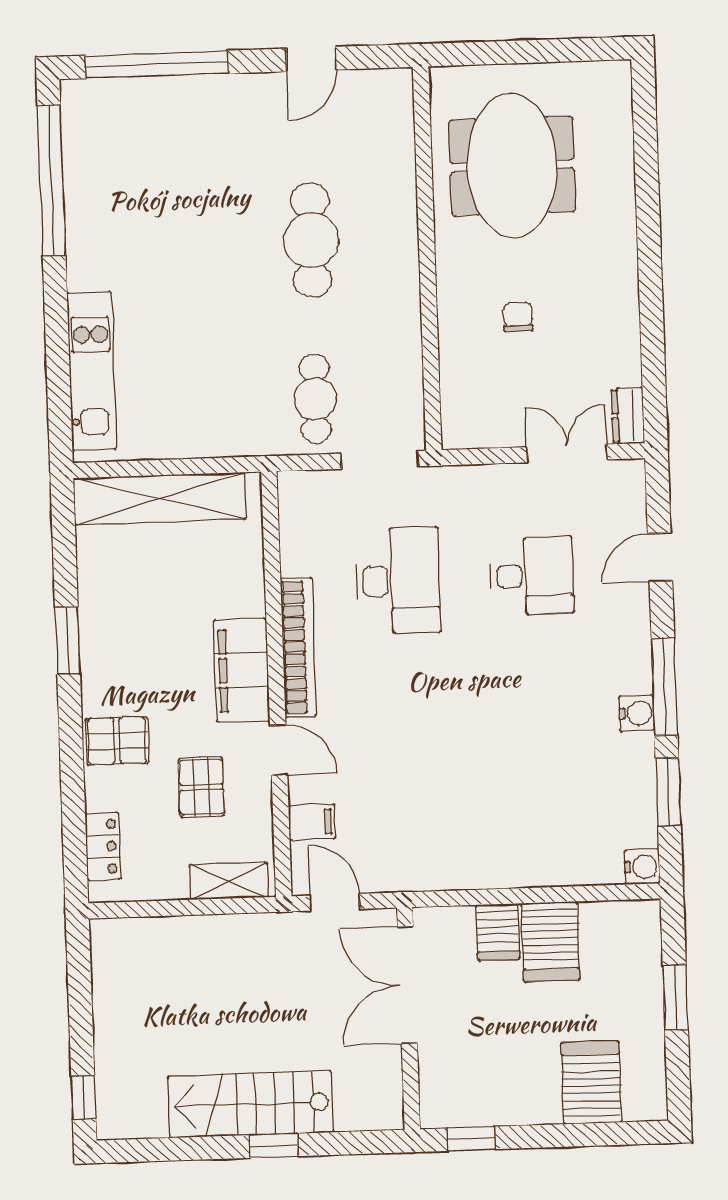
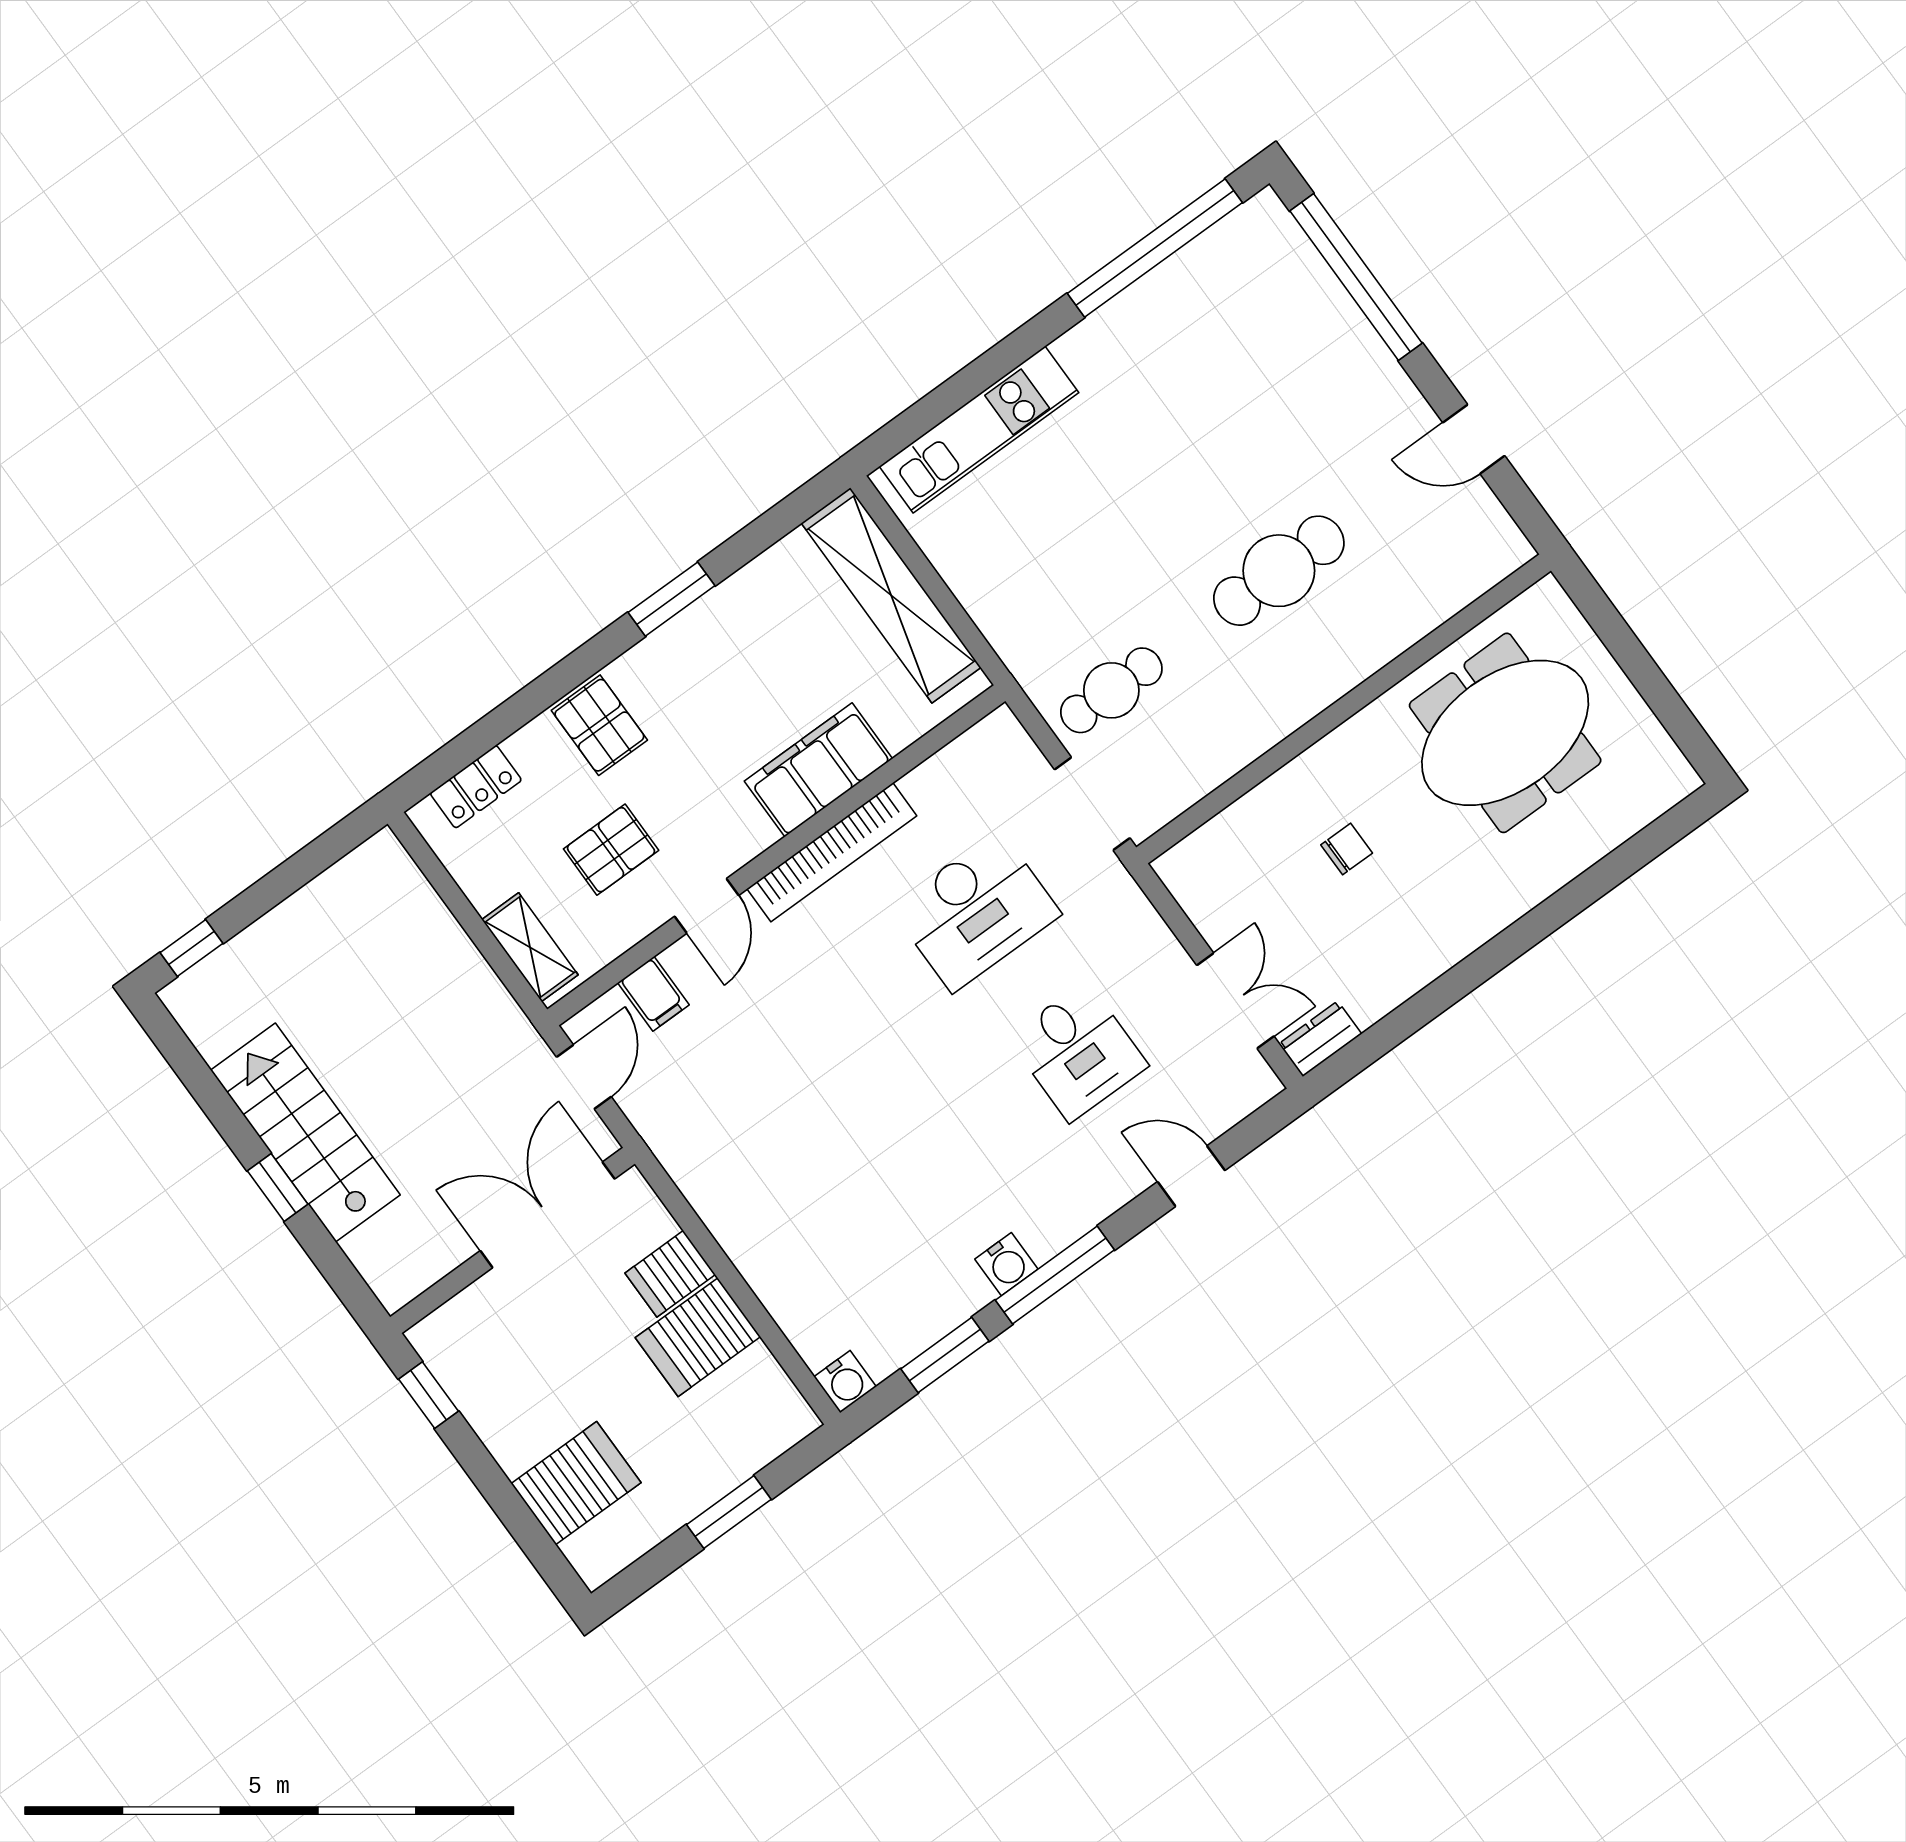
filing cabinet: (242, 670) -> (818, 770), moved

